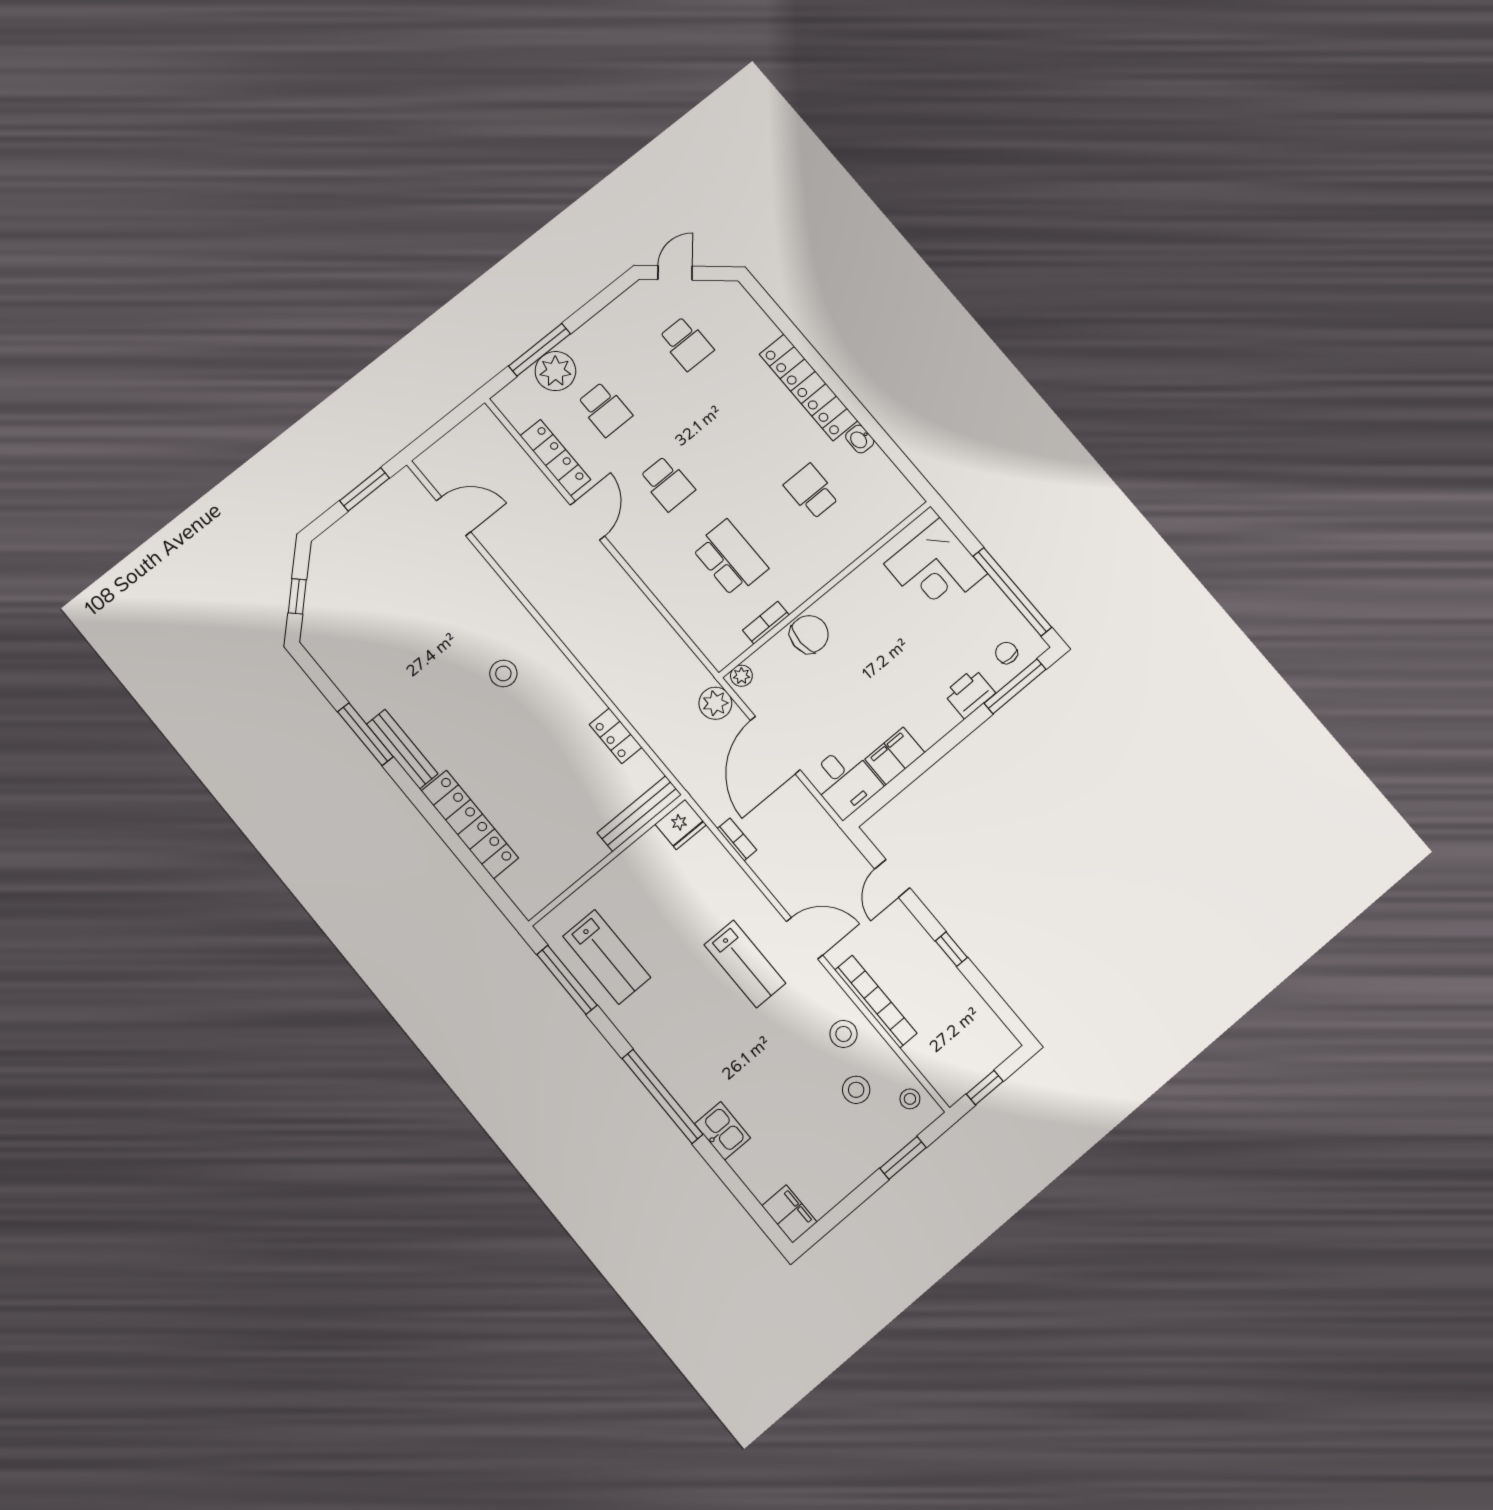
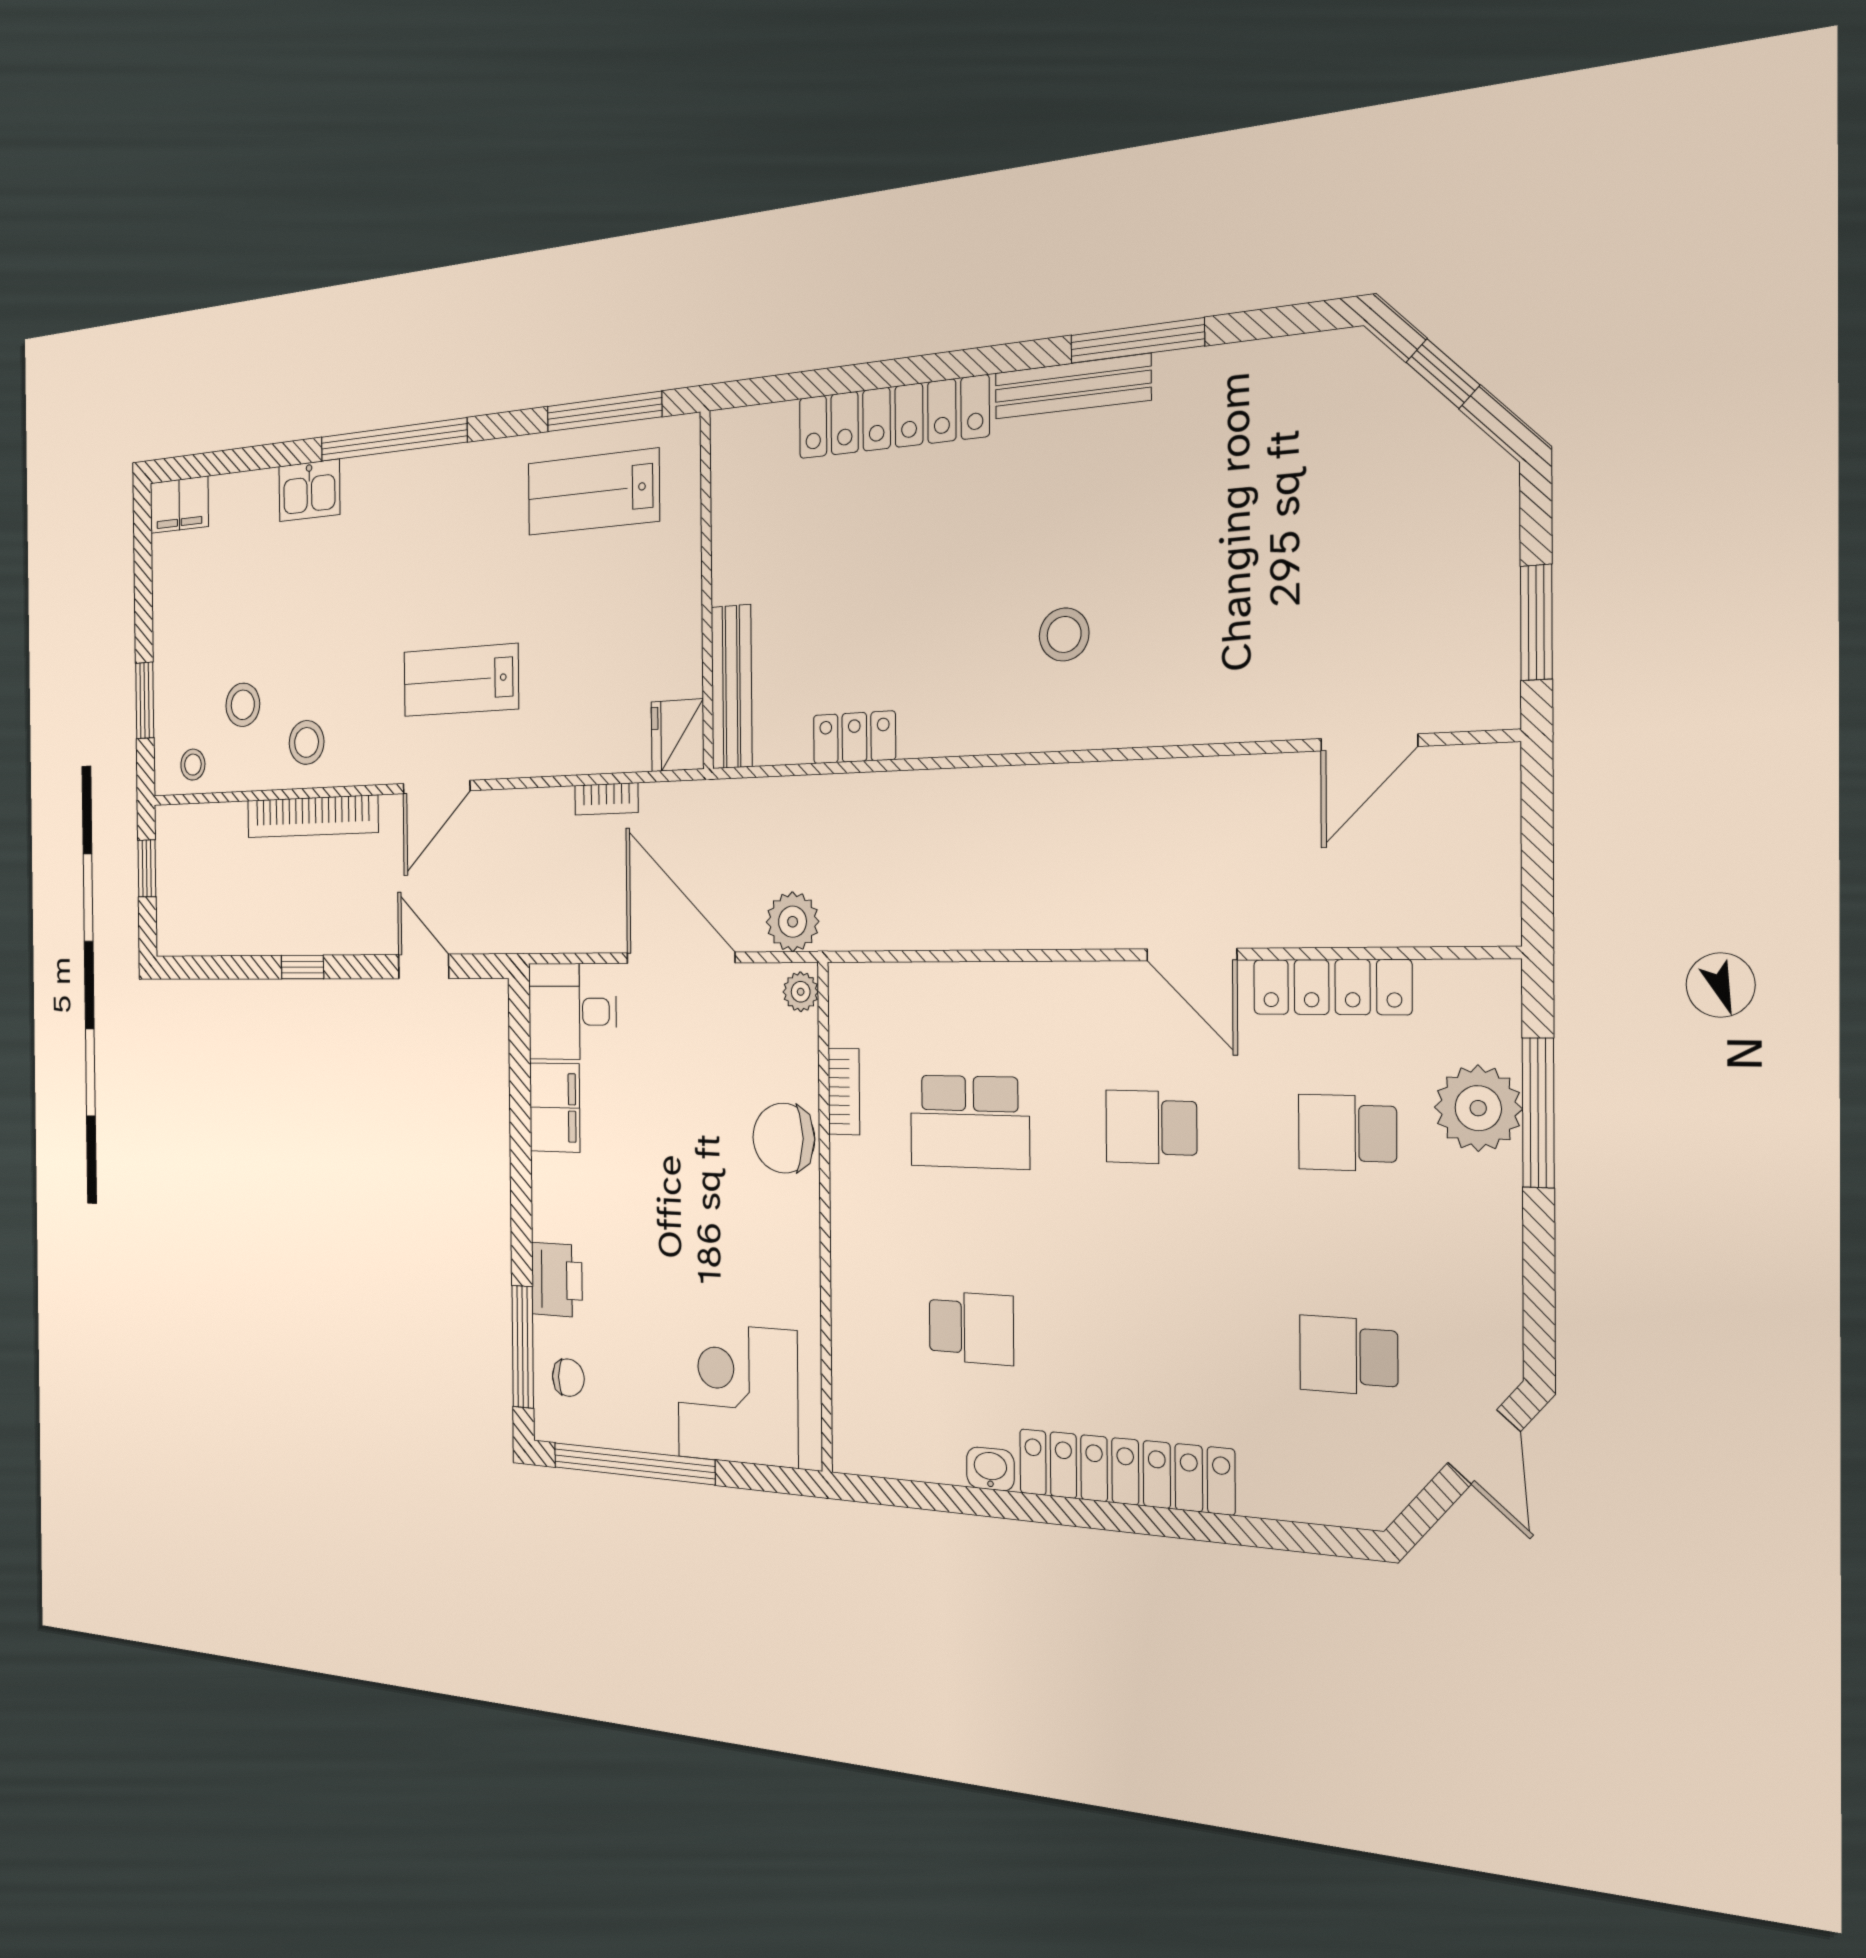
chair: (809, 634) -> (784, 1138), turned 91

